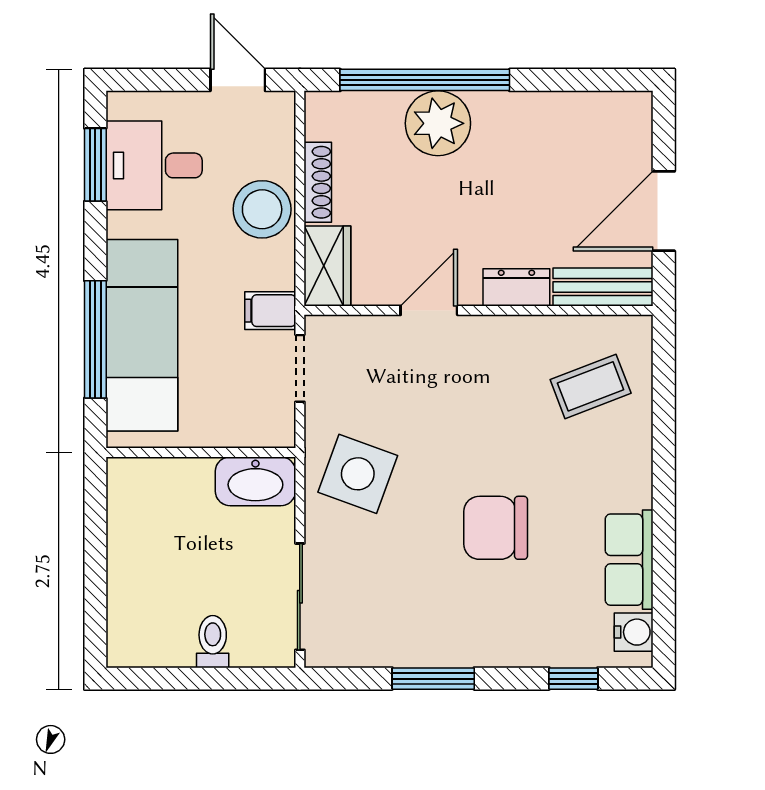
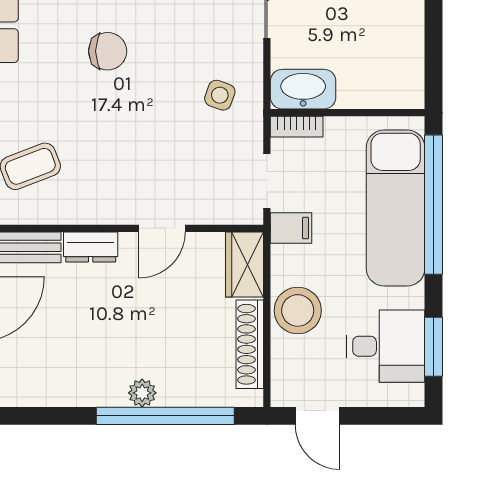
plant: (438, 123) -> (142, 393), width x0.53, depth x0.53
shoe rack: (318, 182) -> (250, 344), width x1.36, depth x1.24
window: (95, 339) -> (433, 205), width x1.46
bookcase: (263, 435) -> (297, 127), added
side table: (358, 474) -> (220, 95), width x0.54, depth x0.54
chair: (496, 528) -> (108, 51), width x0.73, depth x0.73

